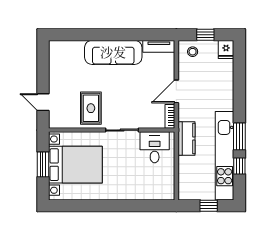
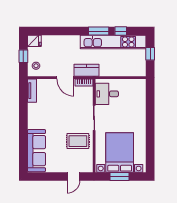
sofa: (113, 52) -> (37, 151), moved
kitchen counter: (186, 139) -> (87, 70), moved

